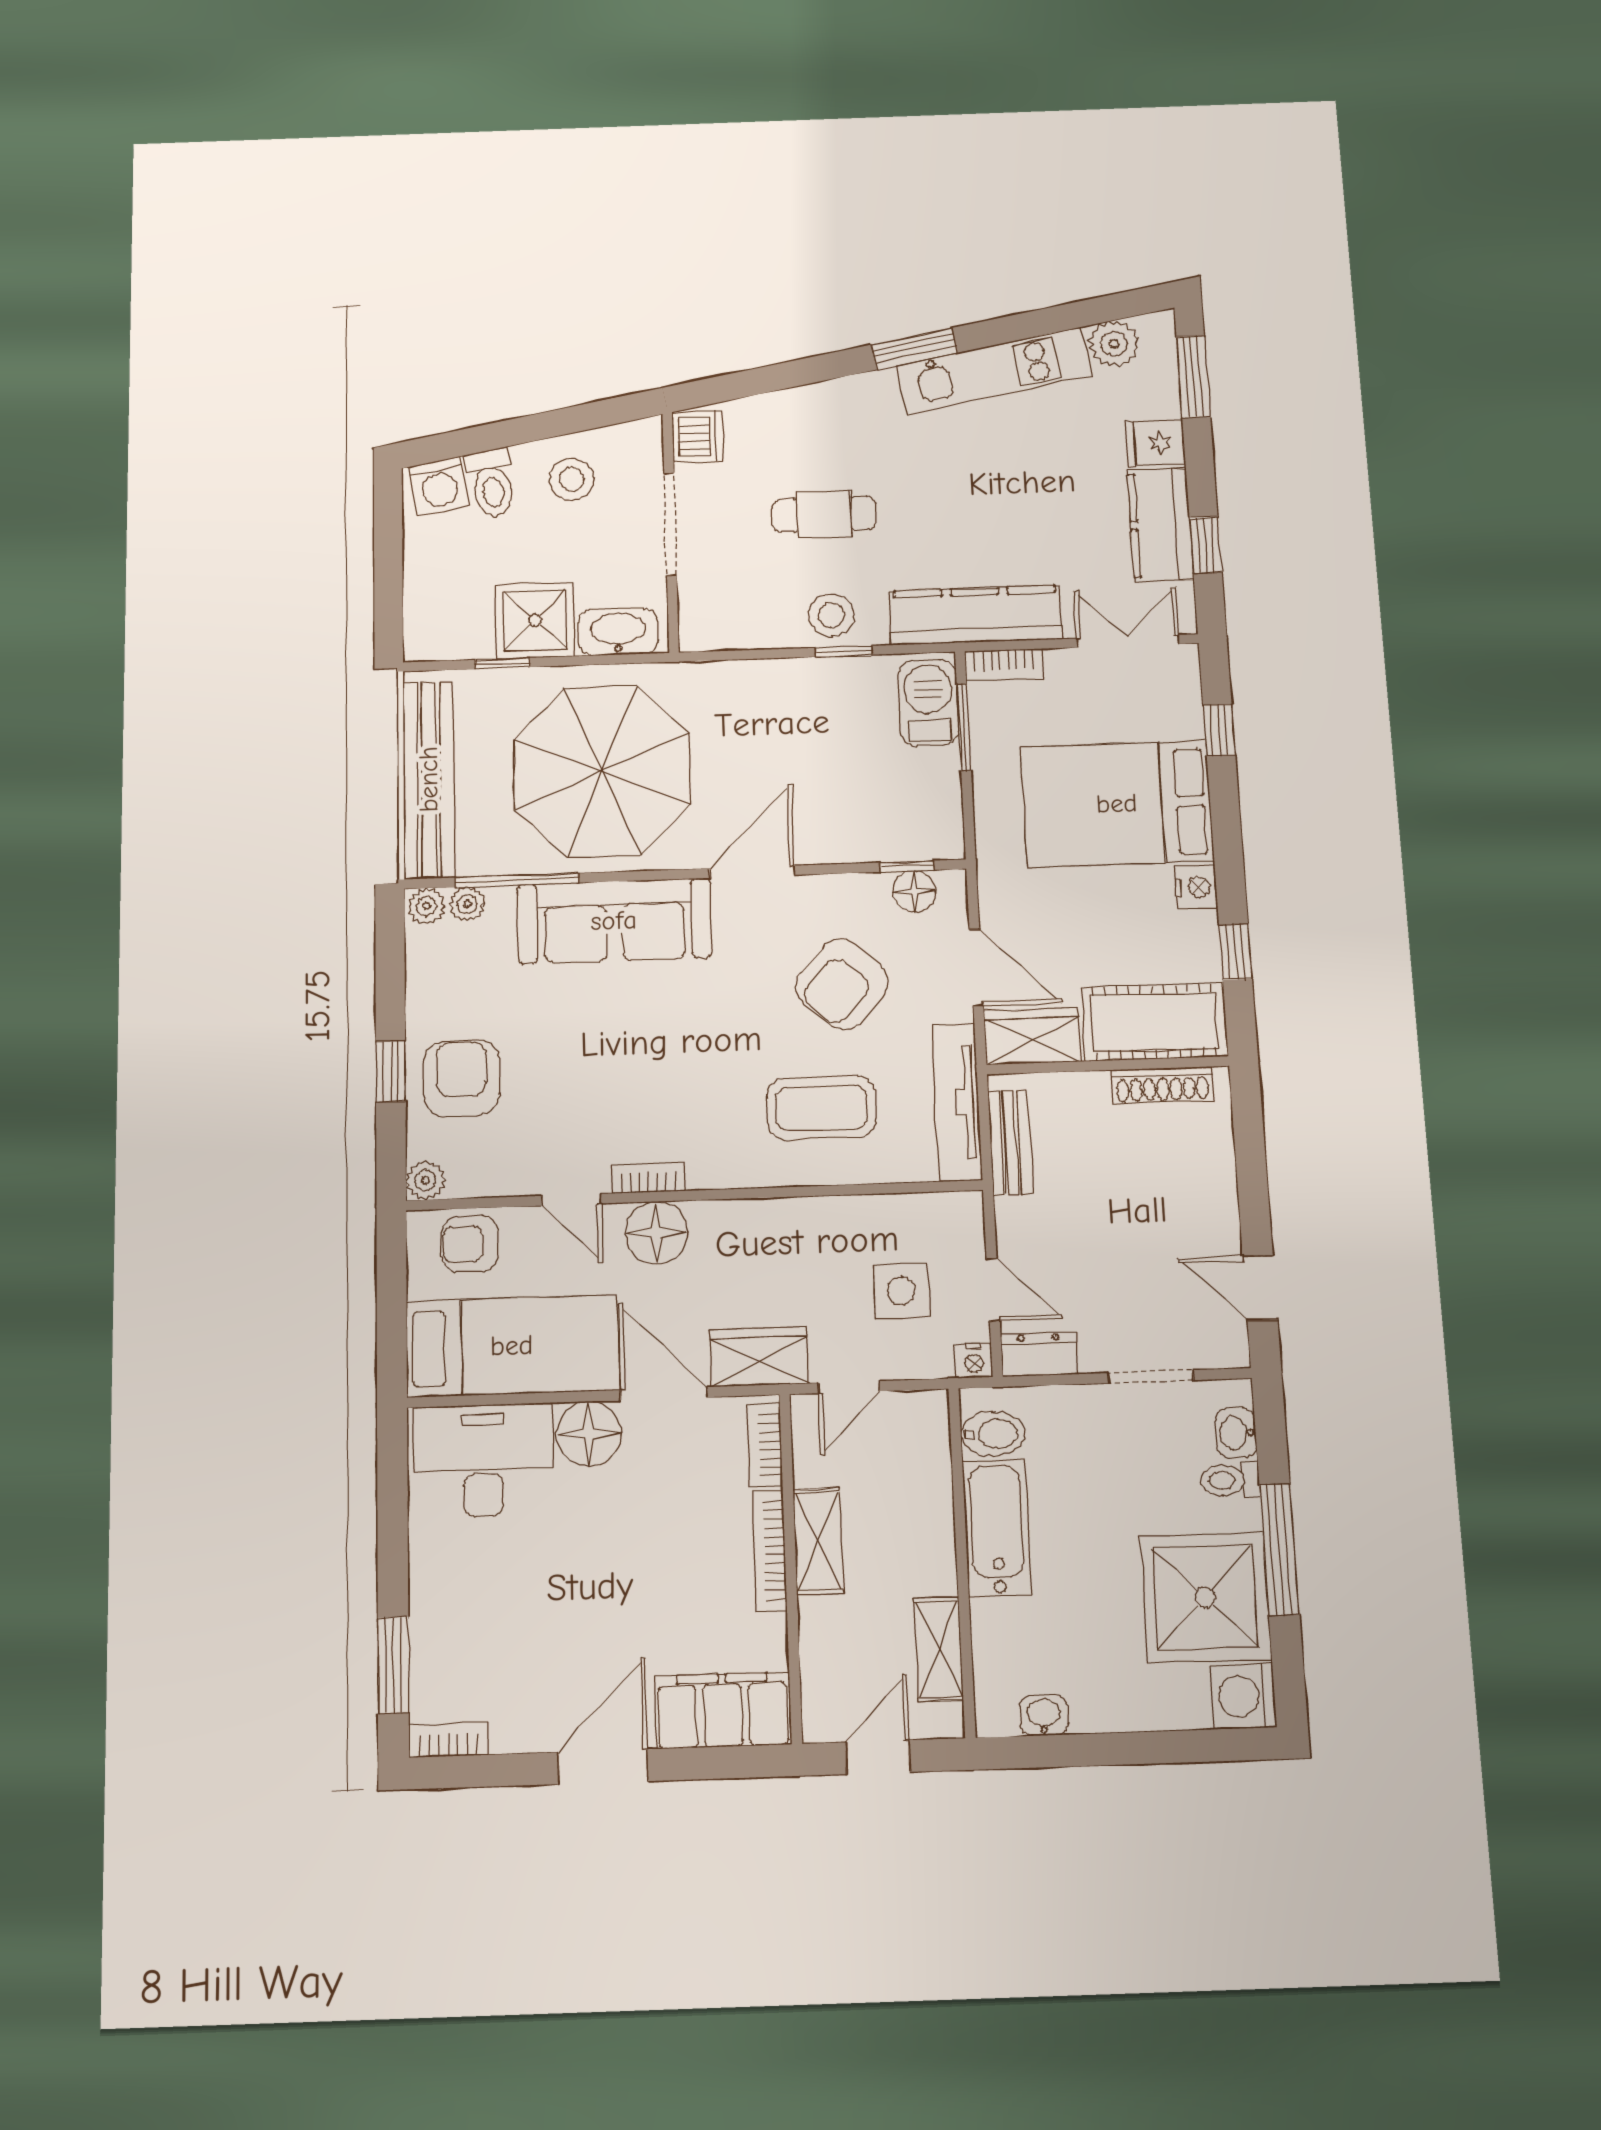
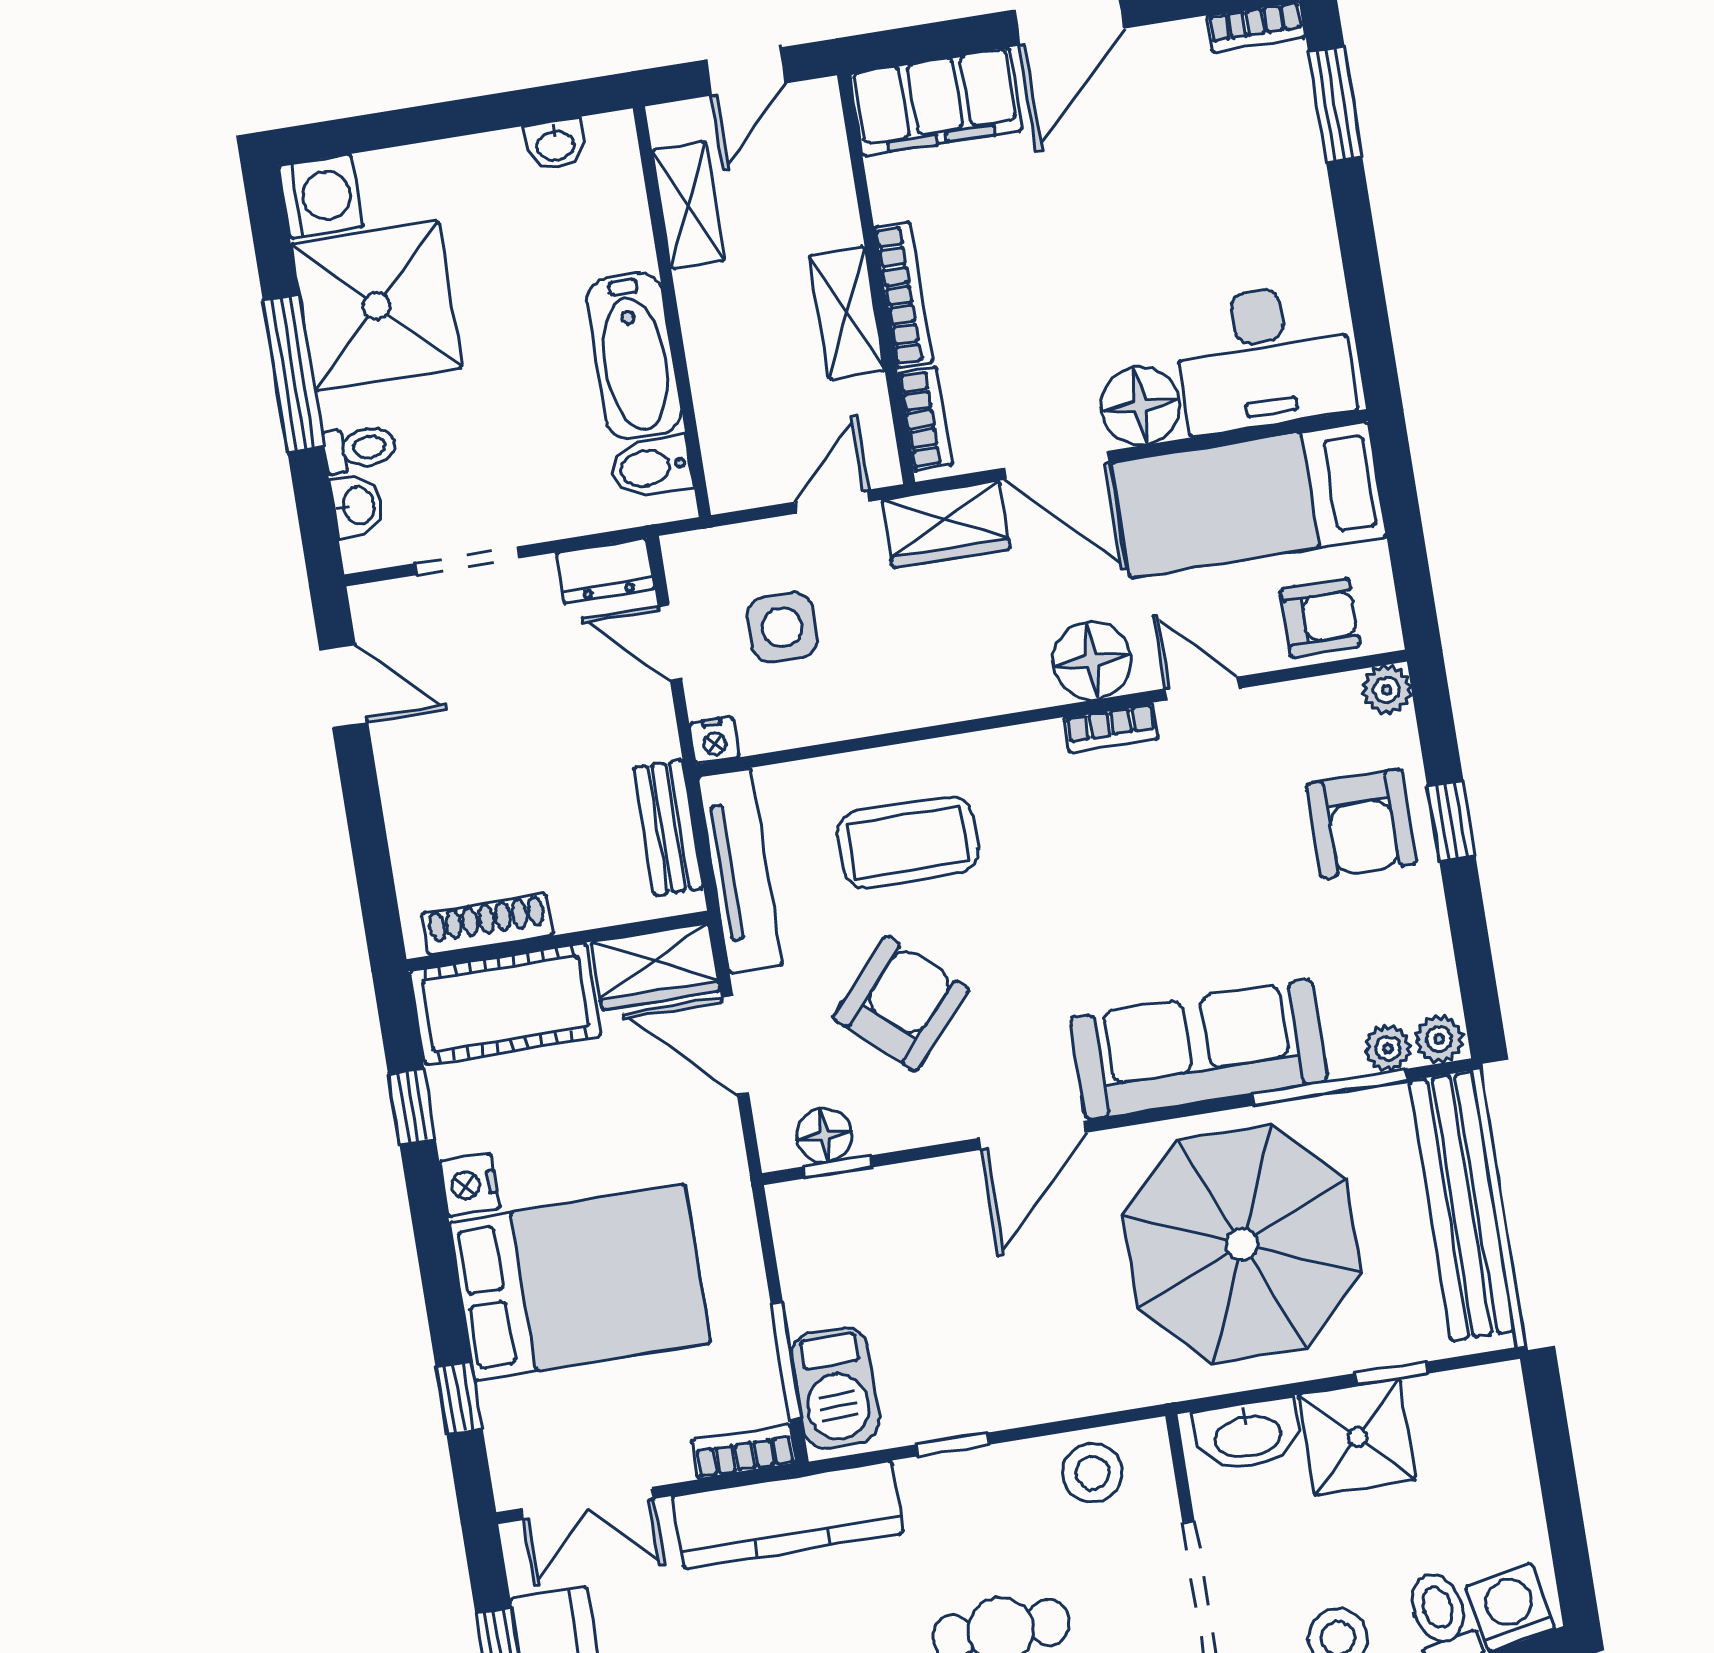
stool: (831, 615) -> (1092, 1473), moved
nightstand: (974, 1361) -> (714, 740), moved, turned 180

